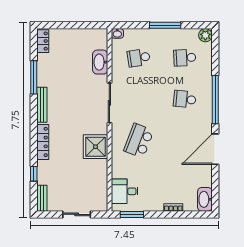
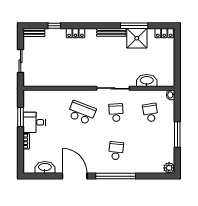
school desk: (185, 58) -> (116, 113), moved
locker: (43, 142) -> (76, 33), width x0.66
shower: (95, 147) -> (137, 38), moved
desk: (125, 191) -> (34, 122), moved, turned -90
washbasin: (205, 199) -> (45, 167), moved
window: (132, 214) -> (21, 117), moved

